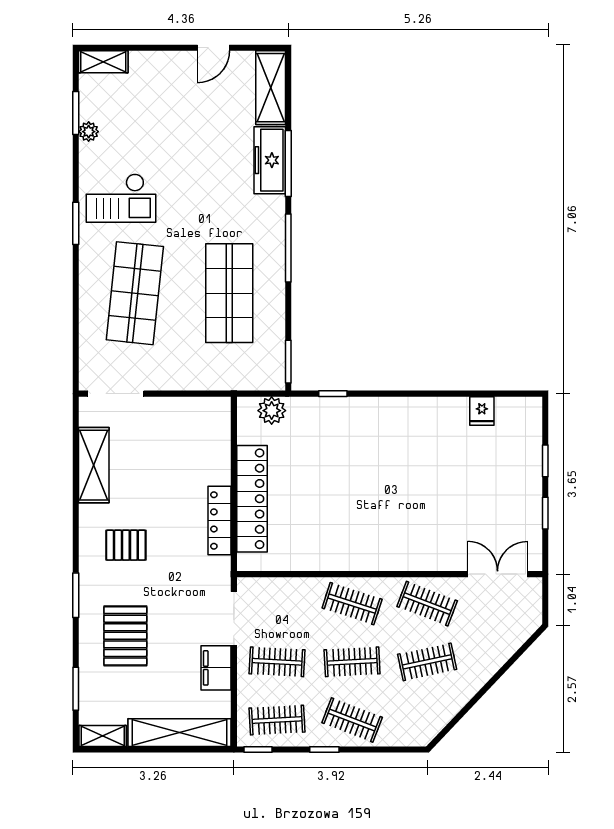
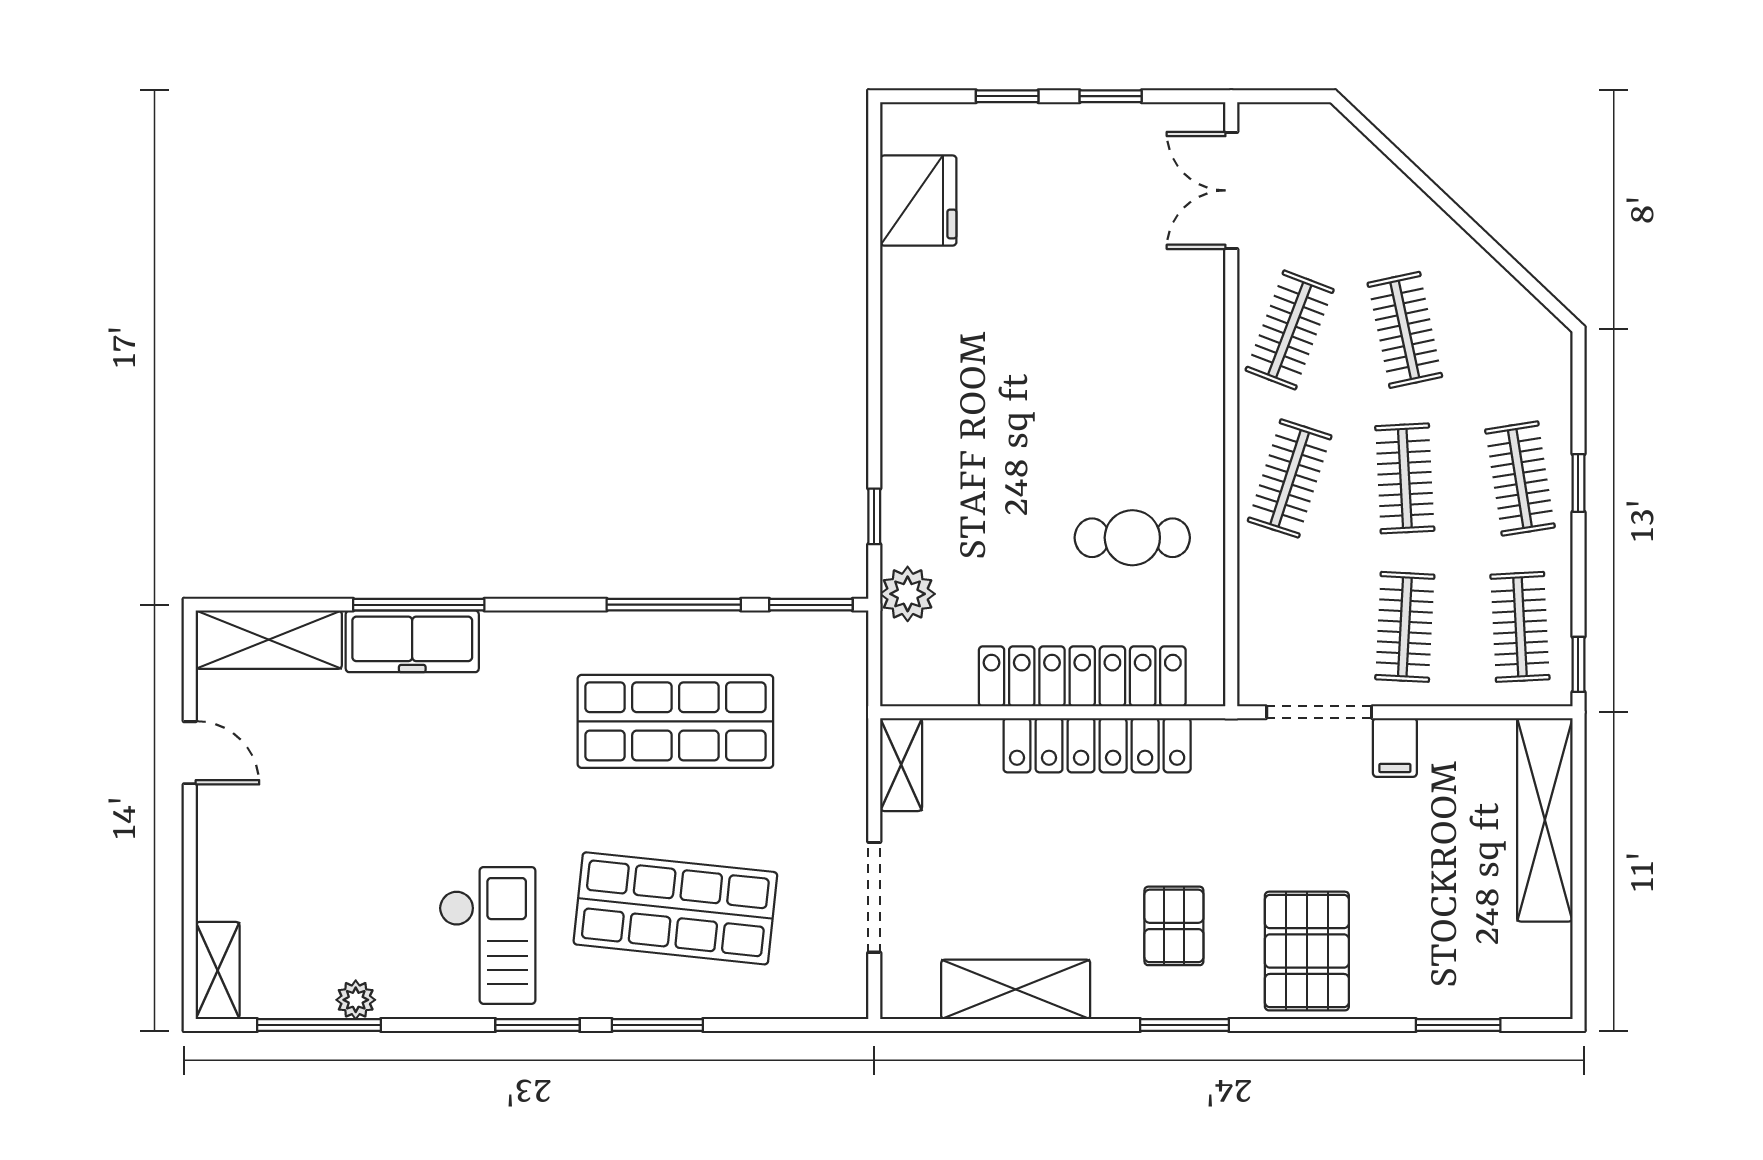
window: (76, 113) -> (319, 1025), width x1.44
window: (288, 248) -> (674, 605), moved
window: (76, 284) -> (657, 1025), added
doorway: (116, 394) -> (874, 897), moved
plant: (272, 411) -> (908, 594), moved
fridge: (482, 411) -> (918, 201), width x1.88, depth x1.34
locker: (220, 520) -> (1097, 745), width x1.41, depth x1.21
cafe table: (322, 524) -> (1132, 538), added
window: (76, 595) -> (1184, 1025), moved
pallet: (125, 636) -> (1307, 951), moved, turned 90
filing cabinet: (216, 668) -> (1395, 747), width x0.50
clothes rail: (352, 720) -> (1520, 478), turned -30
shelving: (103, 736) -> (901, 765), moved
window: (324, 750) -> (1578, 483), moved

